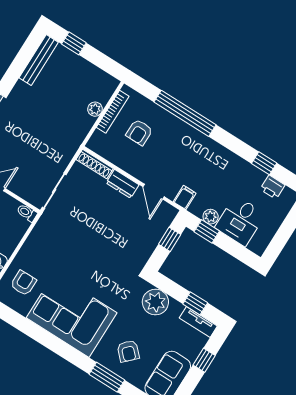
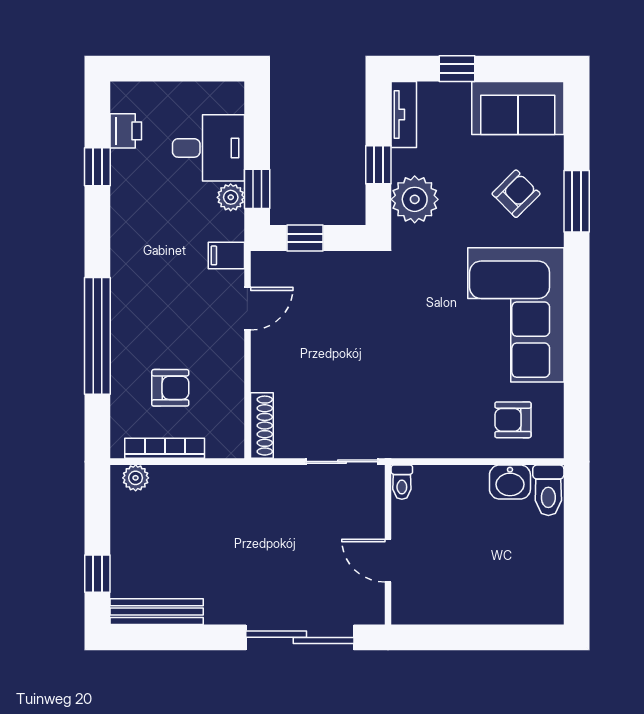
plant: (95, 109) -> (136, 478), moved
dresser: (122, 184) -> (265, 364), removed
window: (195, 303) -> (378, 165), moved

